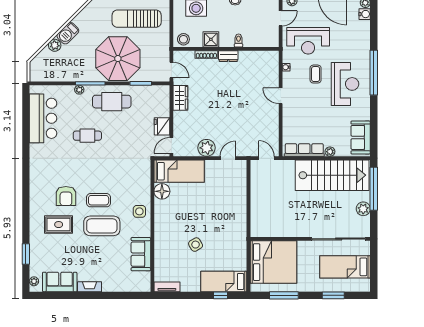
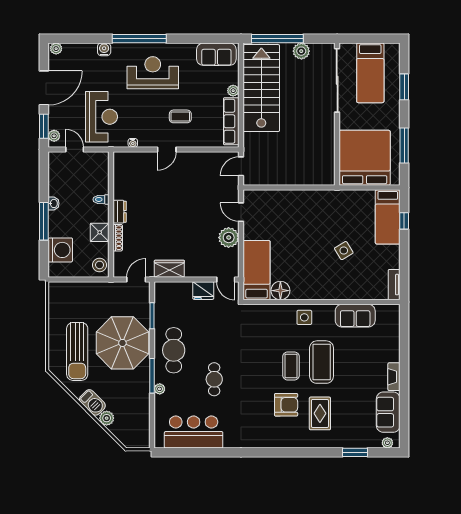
water cooler: (365, 14) -> (104, 49), moved
sun lounger: (137, 19) -> (77, 351), moved
coffee table: (316, 74) -> (180, 116), moved

